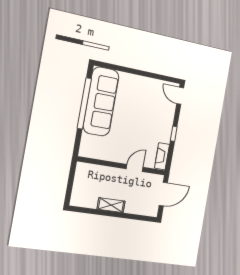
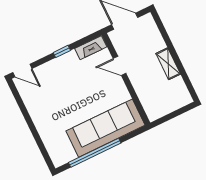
door: (180, 96) -> (22, 71), hinge flipped
sofa: (101, 101) -> (105, 128), moved

